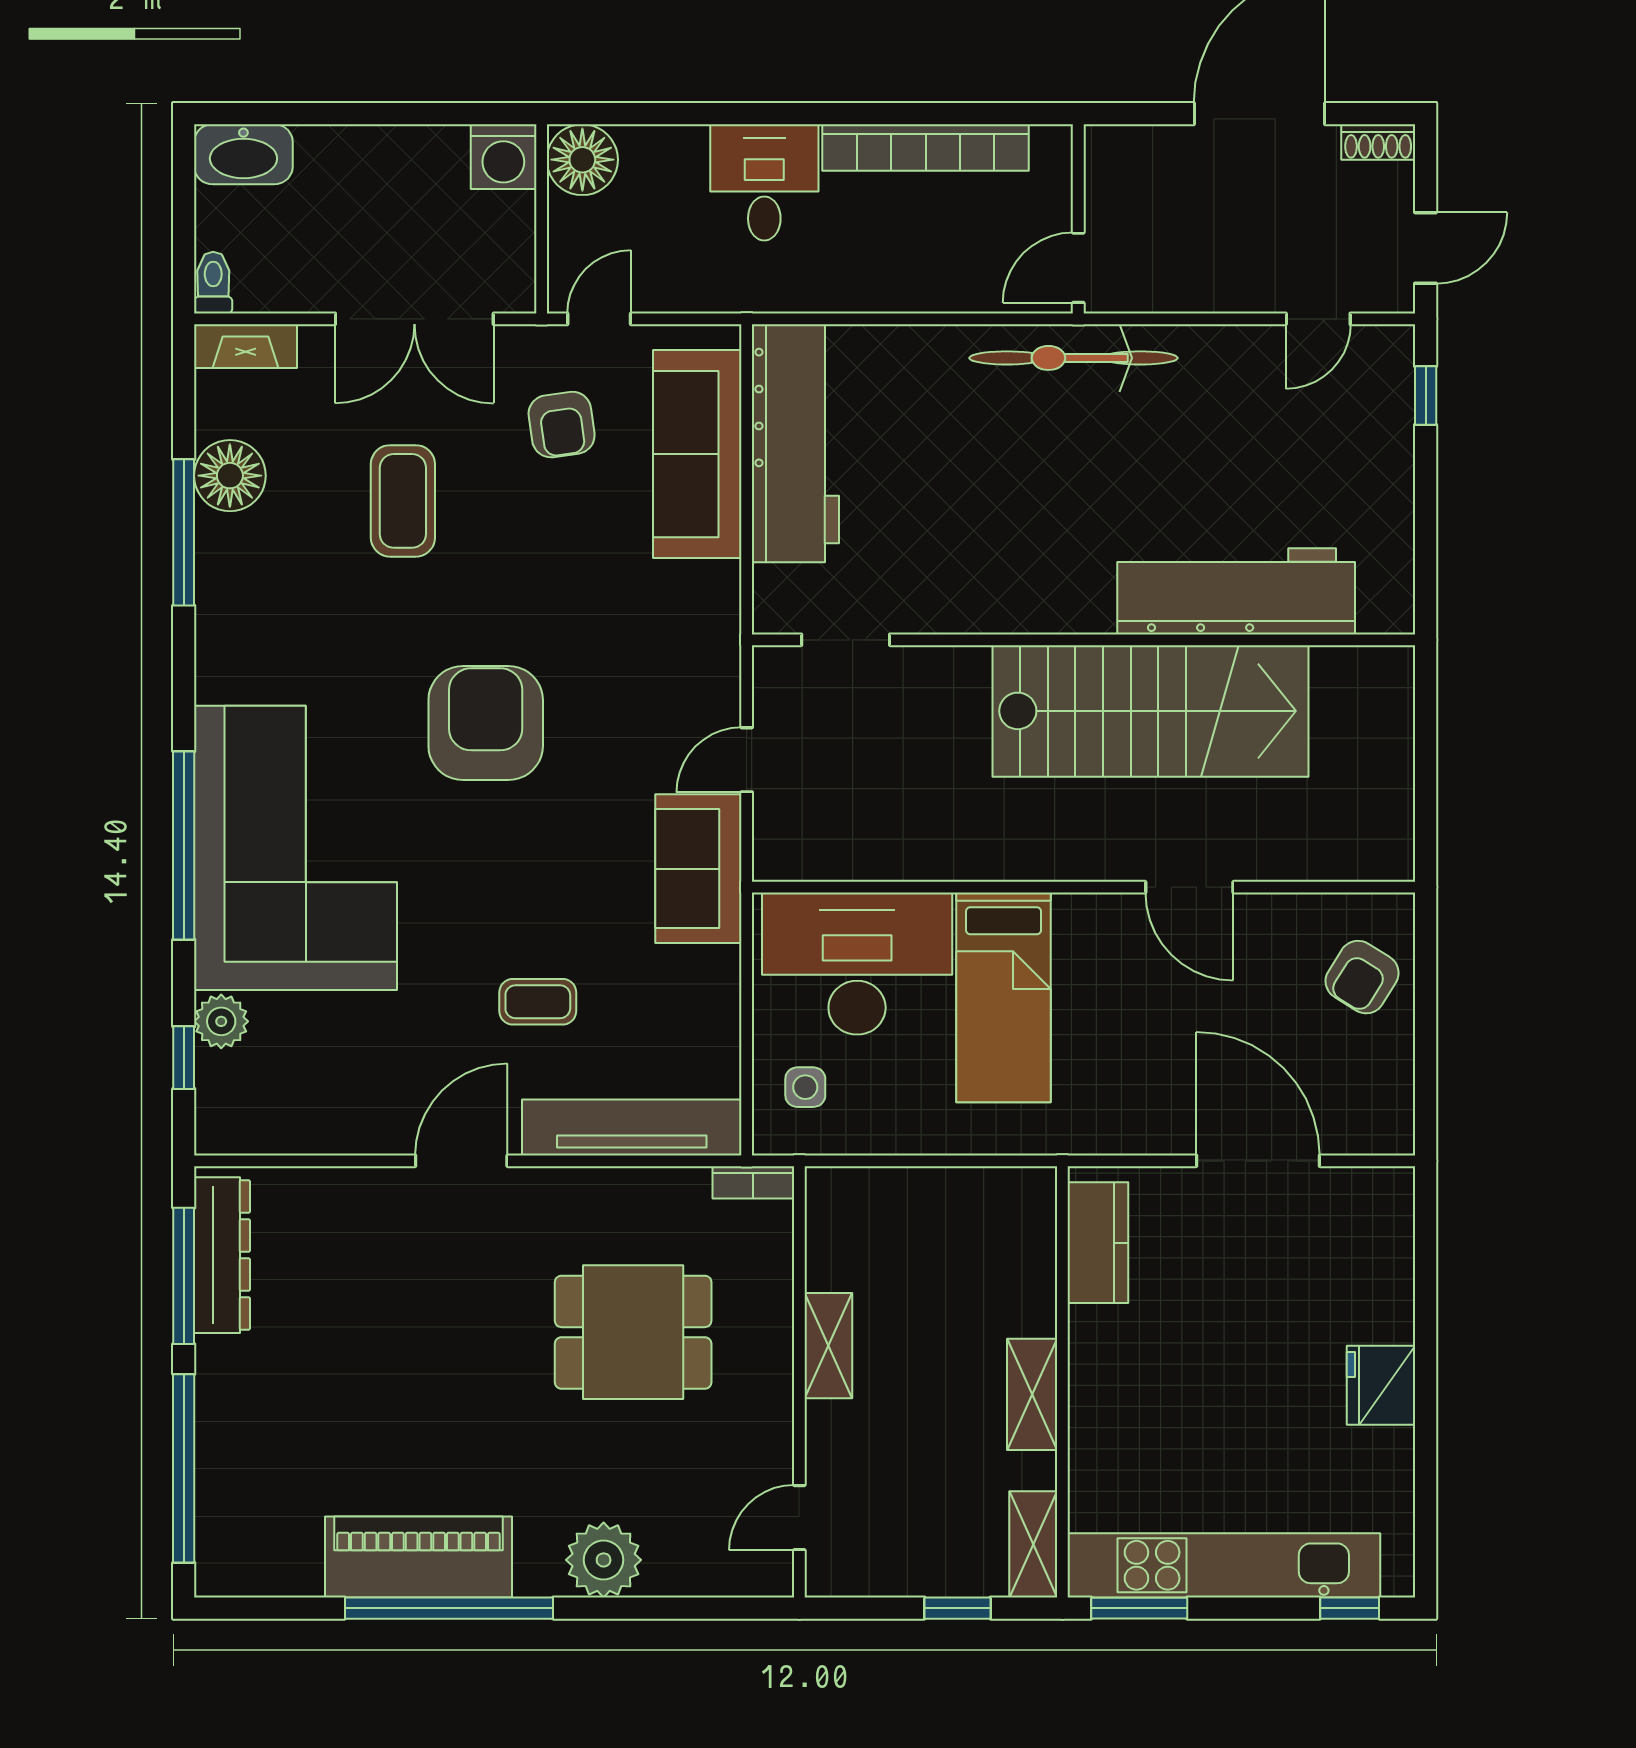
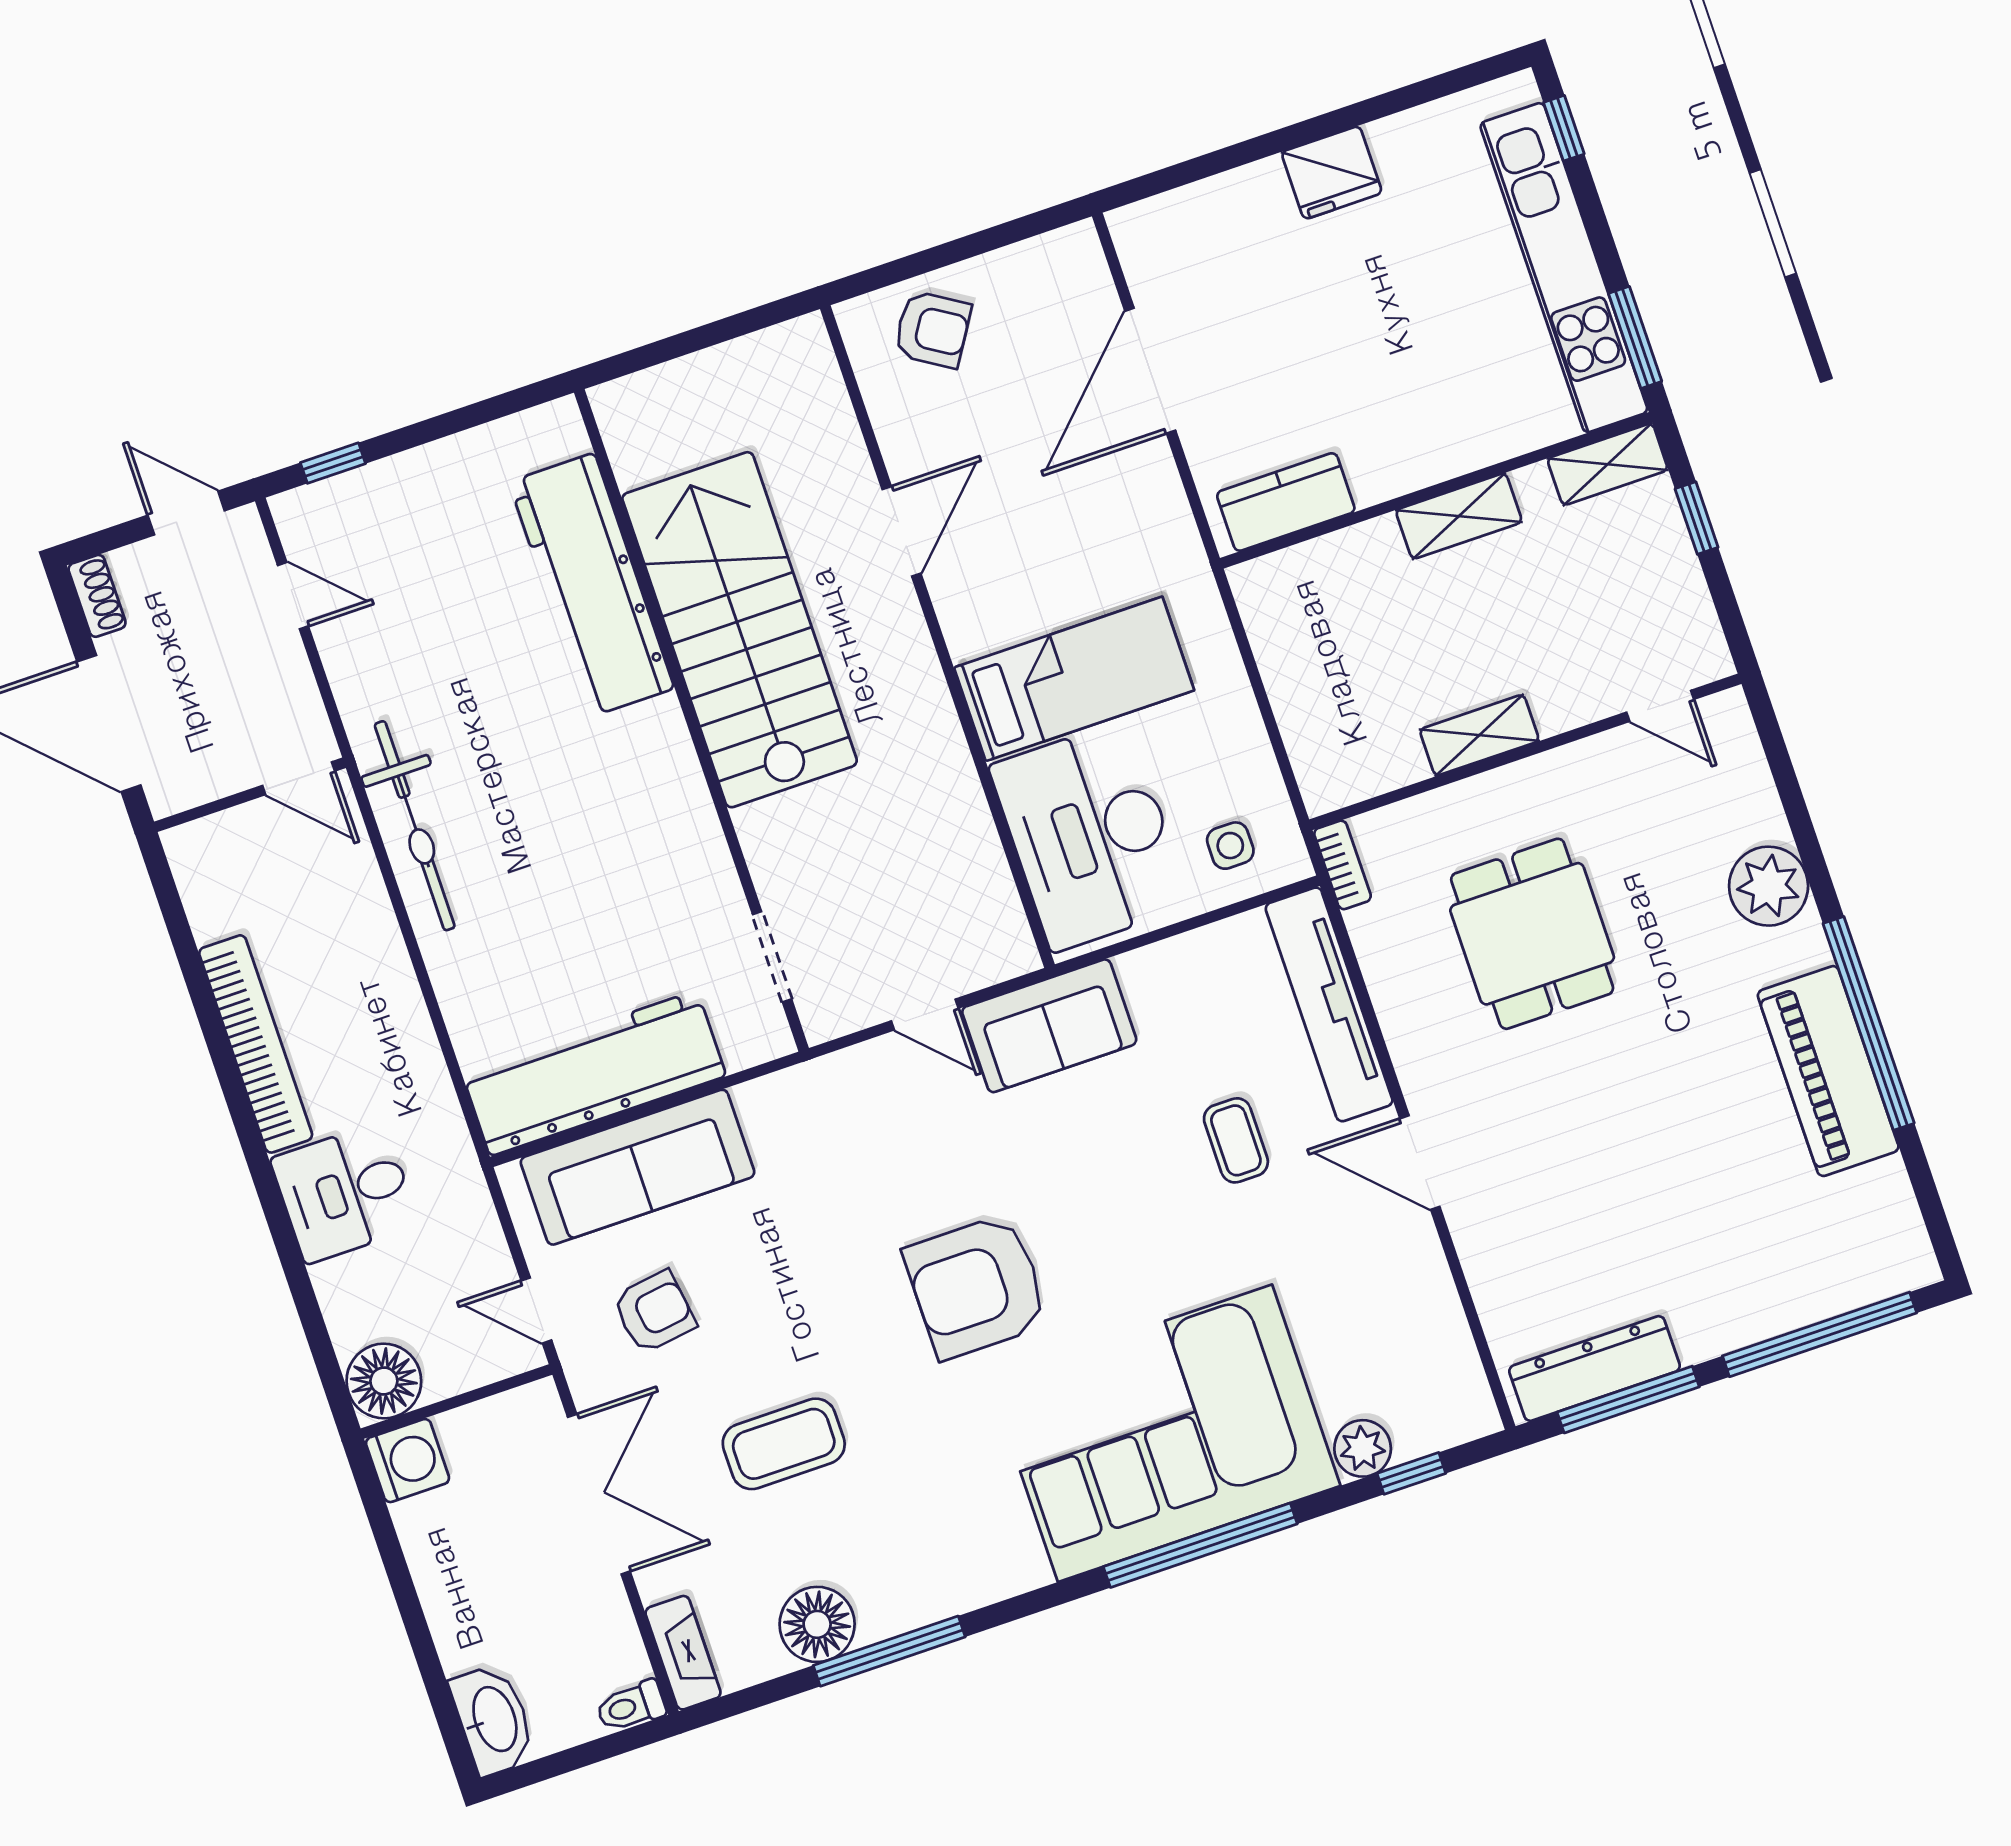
wall: (1078, 219) -> (250, 795), moved
door: (1078, 268) -> (299, 778), moved

